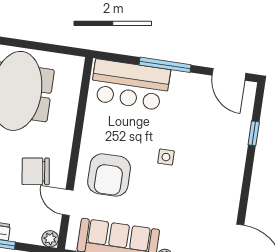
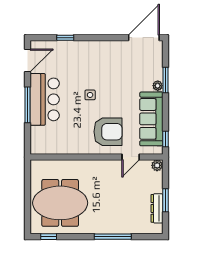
bar counter: (130, 85) -> (45, 99), moved
chair: (36, 171) -> (113, 182), removed

